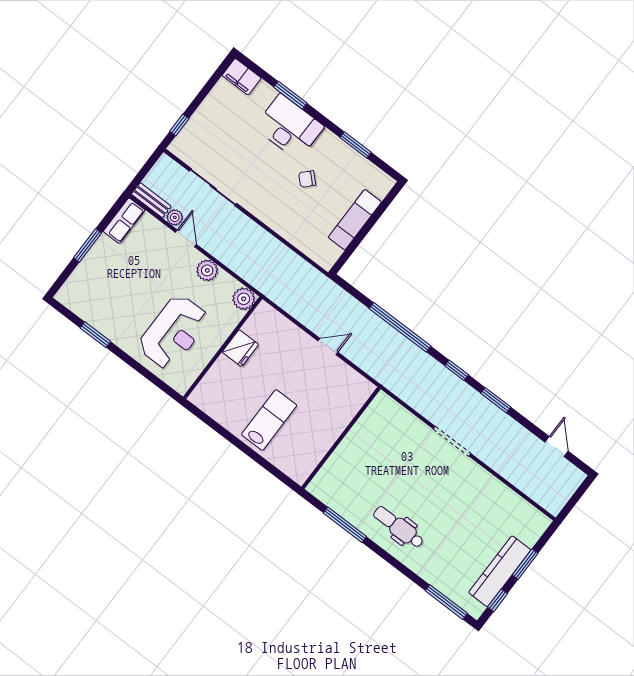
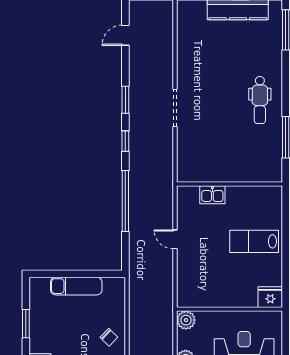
chair: (307, 179) -> (109, 337), moved
fridge: (240, 348) -> (270, 297), moved
kitchen sink: (343, 414) -> (212, 195), added

